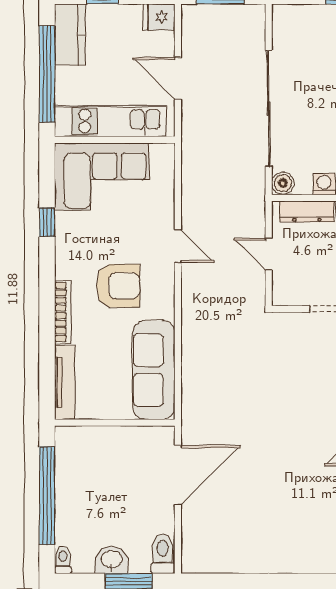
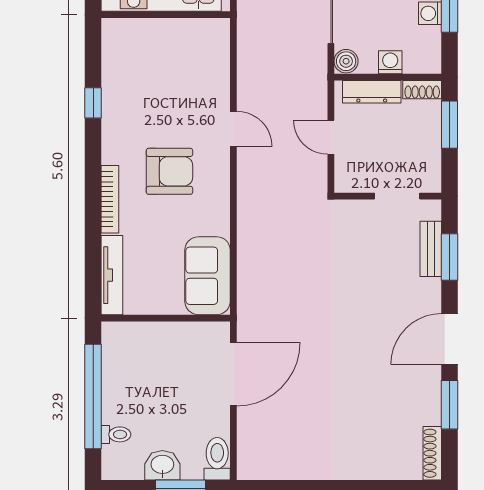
corner sofa: (102, 176) -> (152, 54), removed
sofa: (154, 370) -> (208, 276), width x0.73
toilet: (63, 560) -> (116, 434), moved, turned 90

